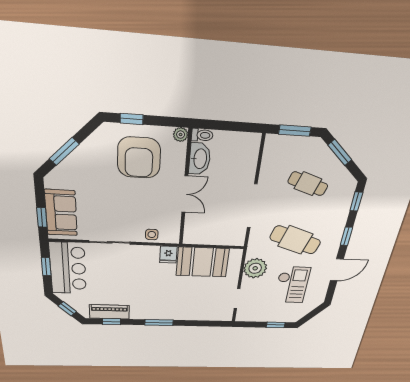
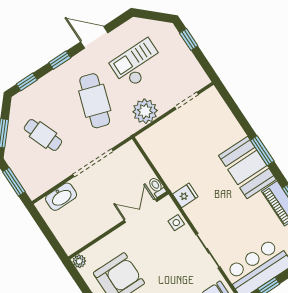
toilet: (202, 135) -> (157, 187), moved
washbasin: (200, 159) -> (61, 197), moved, turned 180
cafe table: (308, 184) -> (43, 135), turned -39
double door: (185, 194) -> (141, 211), moved
booth: (203, 262) -> (247, 167), moved

